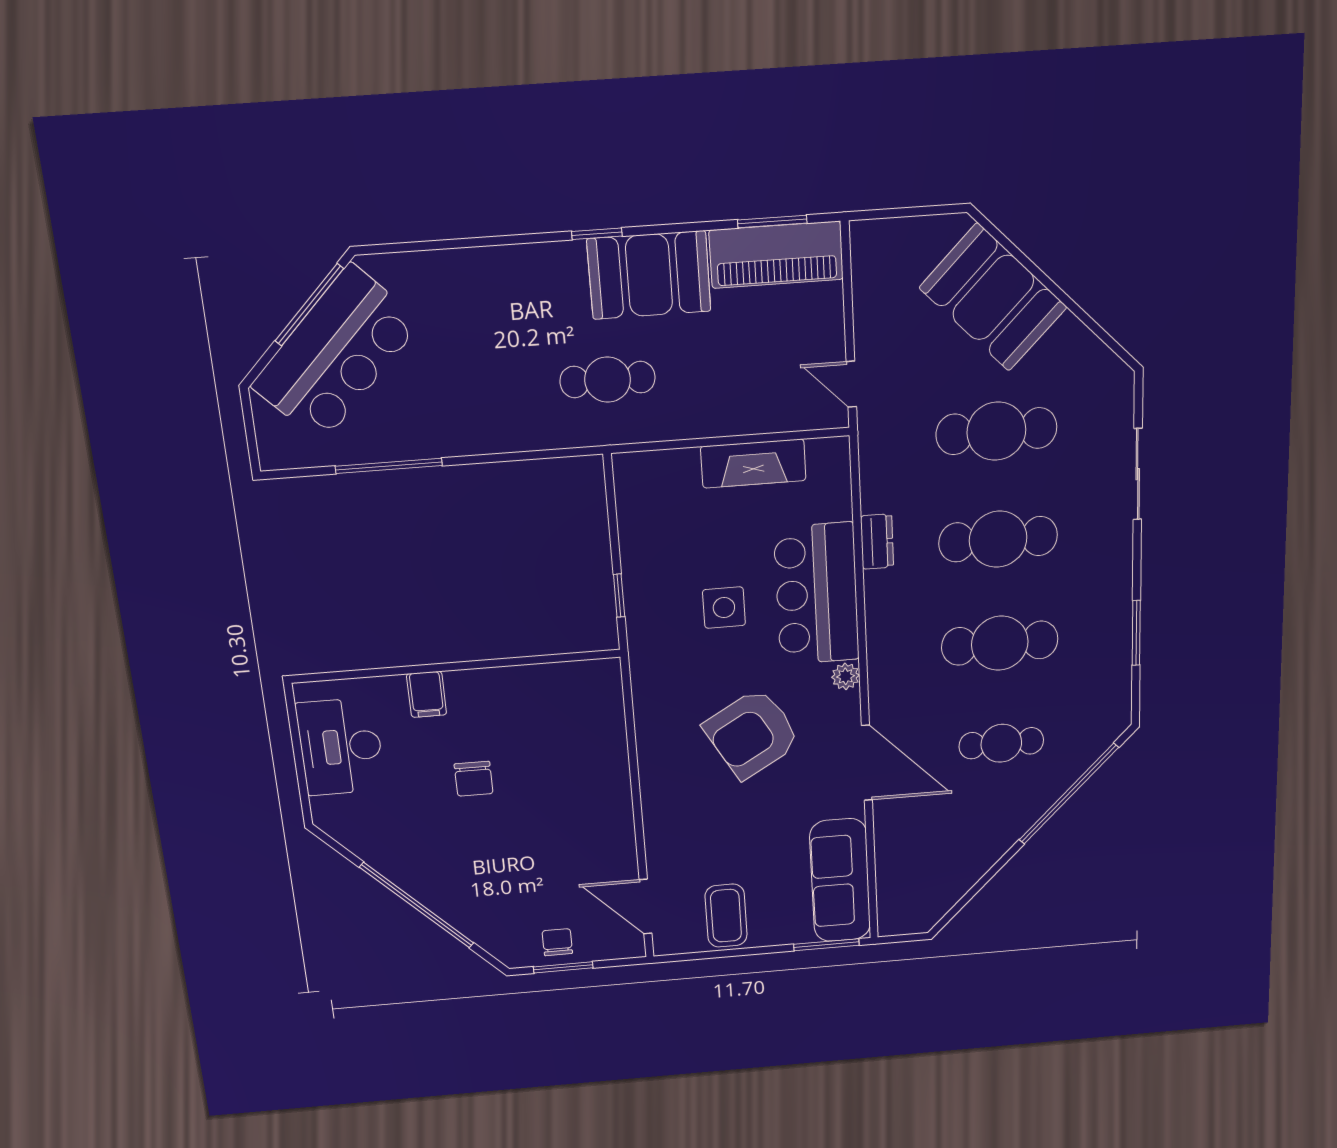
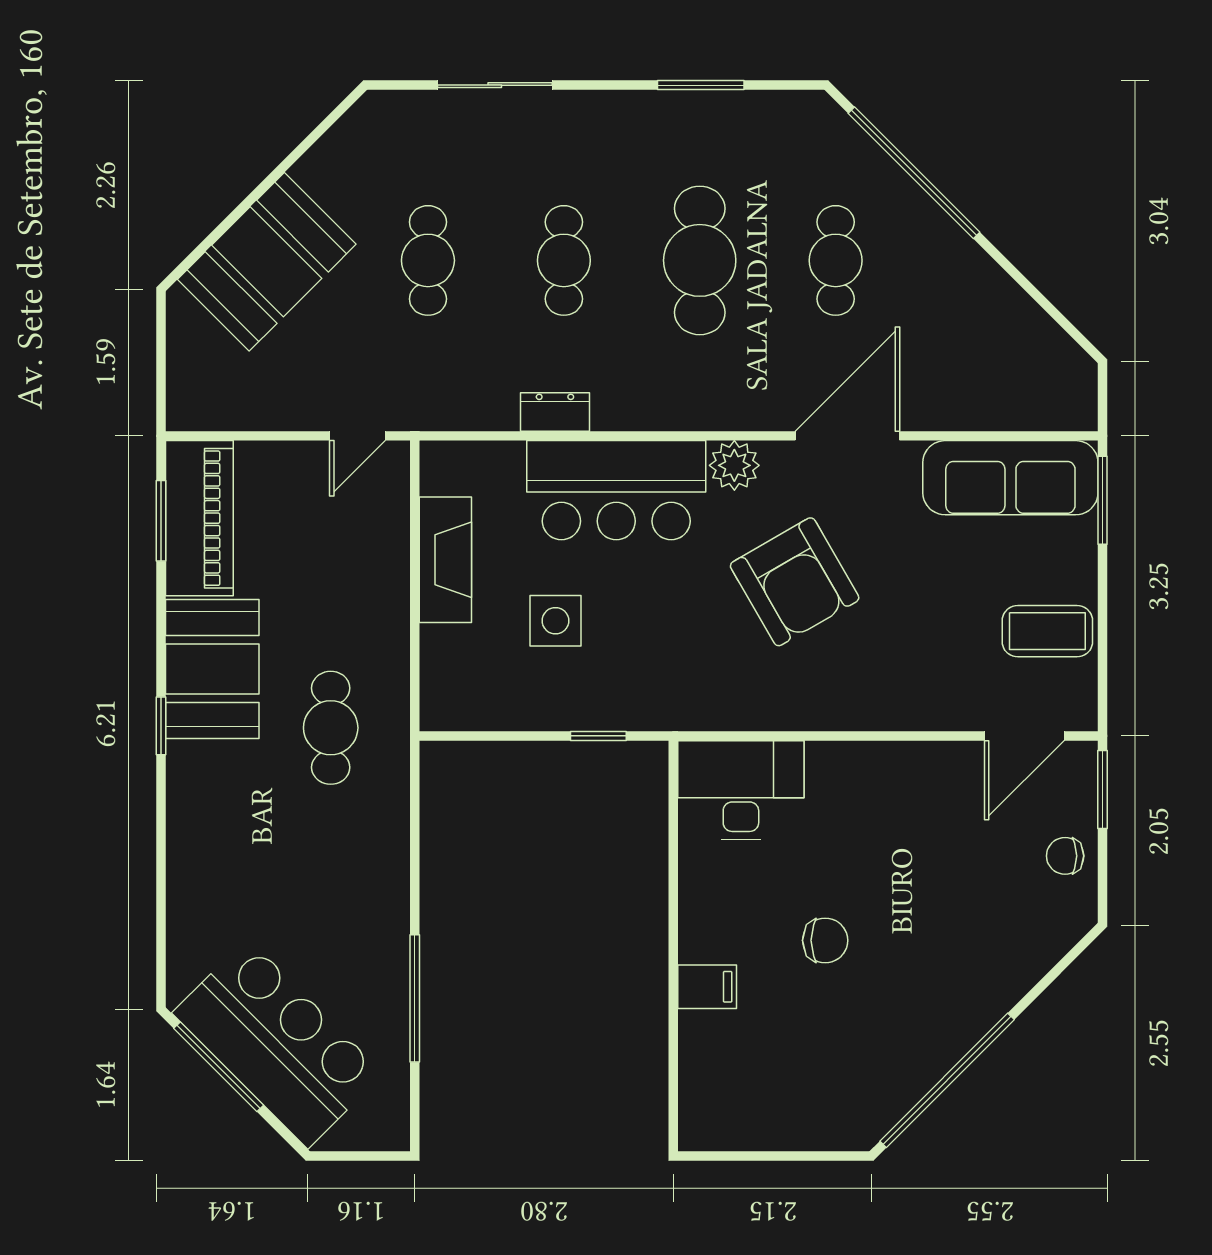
cafe table: (996, 431) -> (428, 260), width x0.73, depth x0.74
cafe table: (998, 539) -> (564, 260), width x0.73, depth x0.74
side table: (724, 608) -> (555, 621), moved
plant: (846, 676) -> (734, 465), width x1.38, depth x1.38
desk: (341, 747) -> (741, 790), moved, turned 180
window: (417, 905) -> (947, 1080), moved
window: (563, 967) -> (1103, 790), moved

